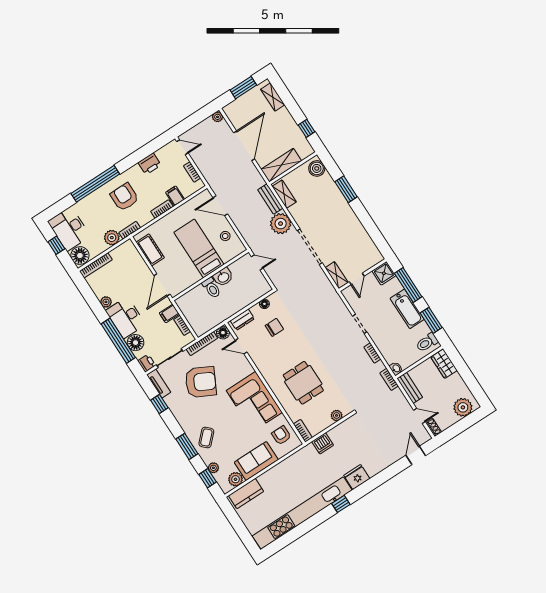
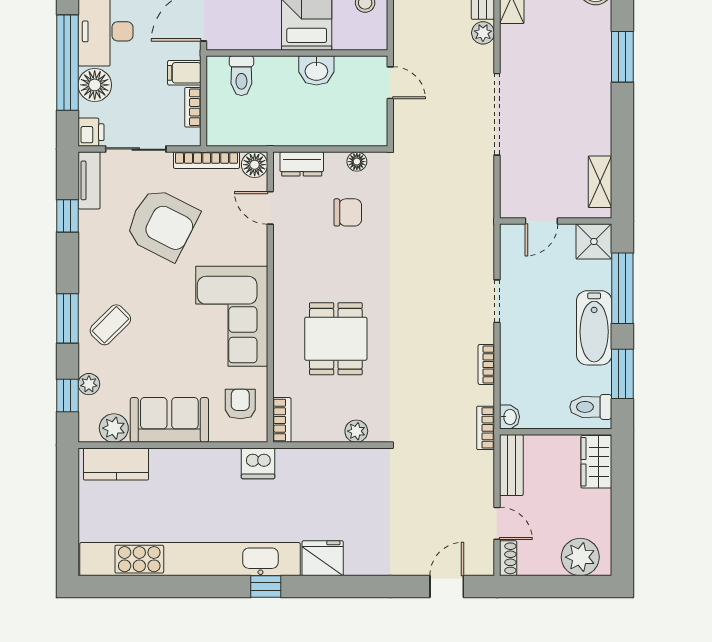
plant: (281, 224) -> (483, 33), width x0.53, depth x0.53
shelving: (337, 275) -> (600, 182), moved
toilet: (212, 288) -> (241, 76), moved
dishwasher: (323, 443) -> (258, 463), moved

